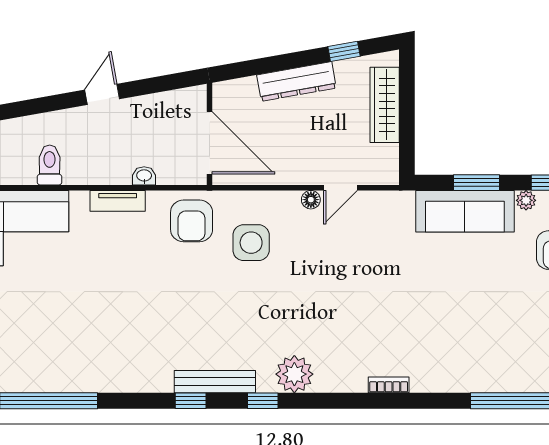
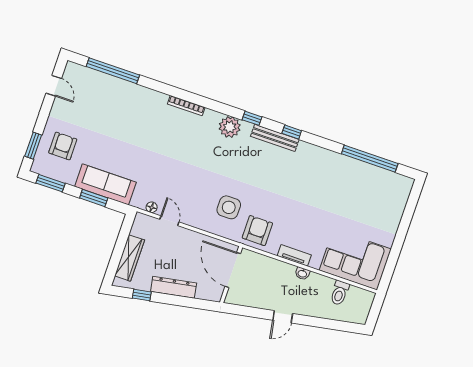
toilet: (50, 165) -> (340, 293), moved
washbasin: (144, 176) -> (302, 273), moved
door: (341, 188) -> (169, 221), hinge flipped
floor lamp: (311, 200) -> (152, 207), moved
plant: (526, 200) -> (70, 179), removed
bookcase: (389, 385) -> (186, 106), width x1.56

